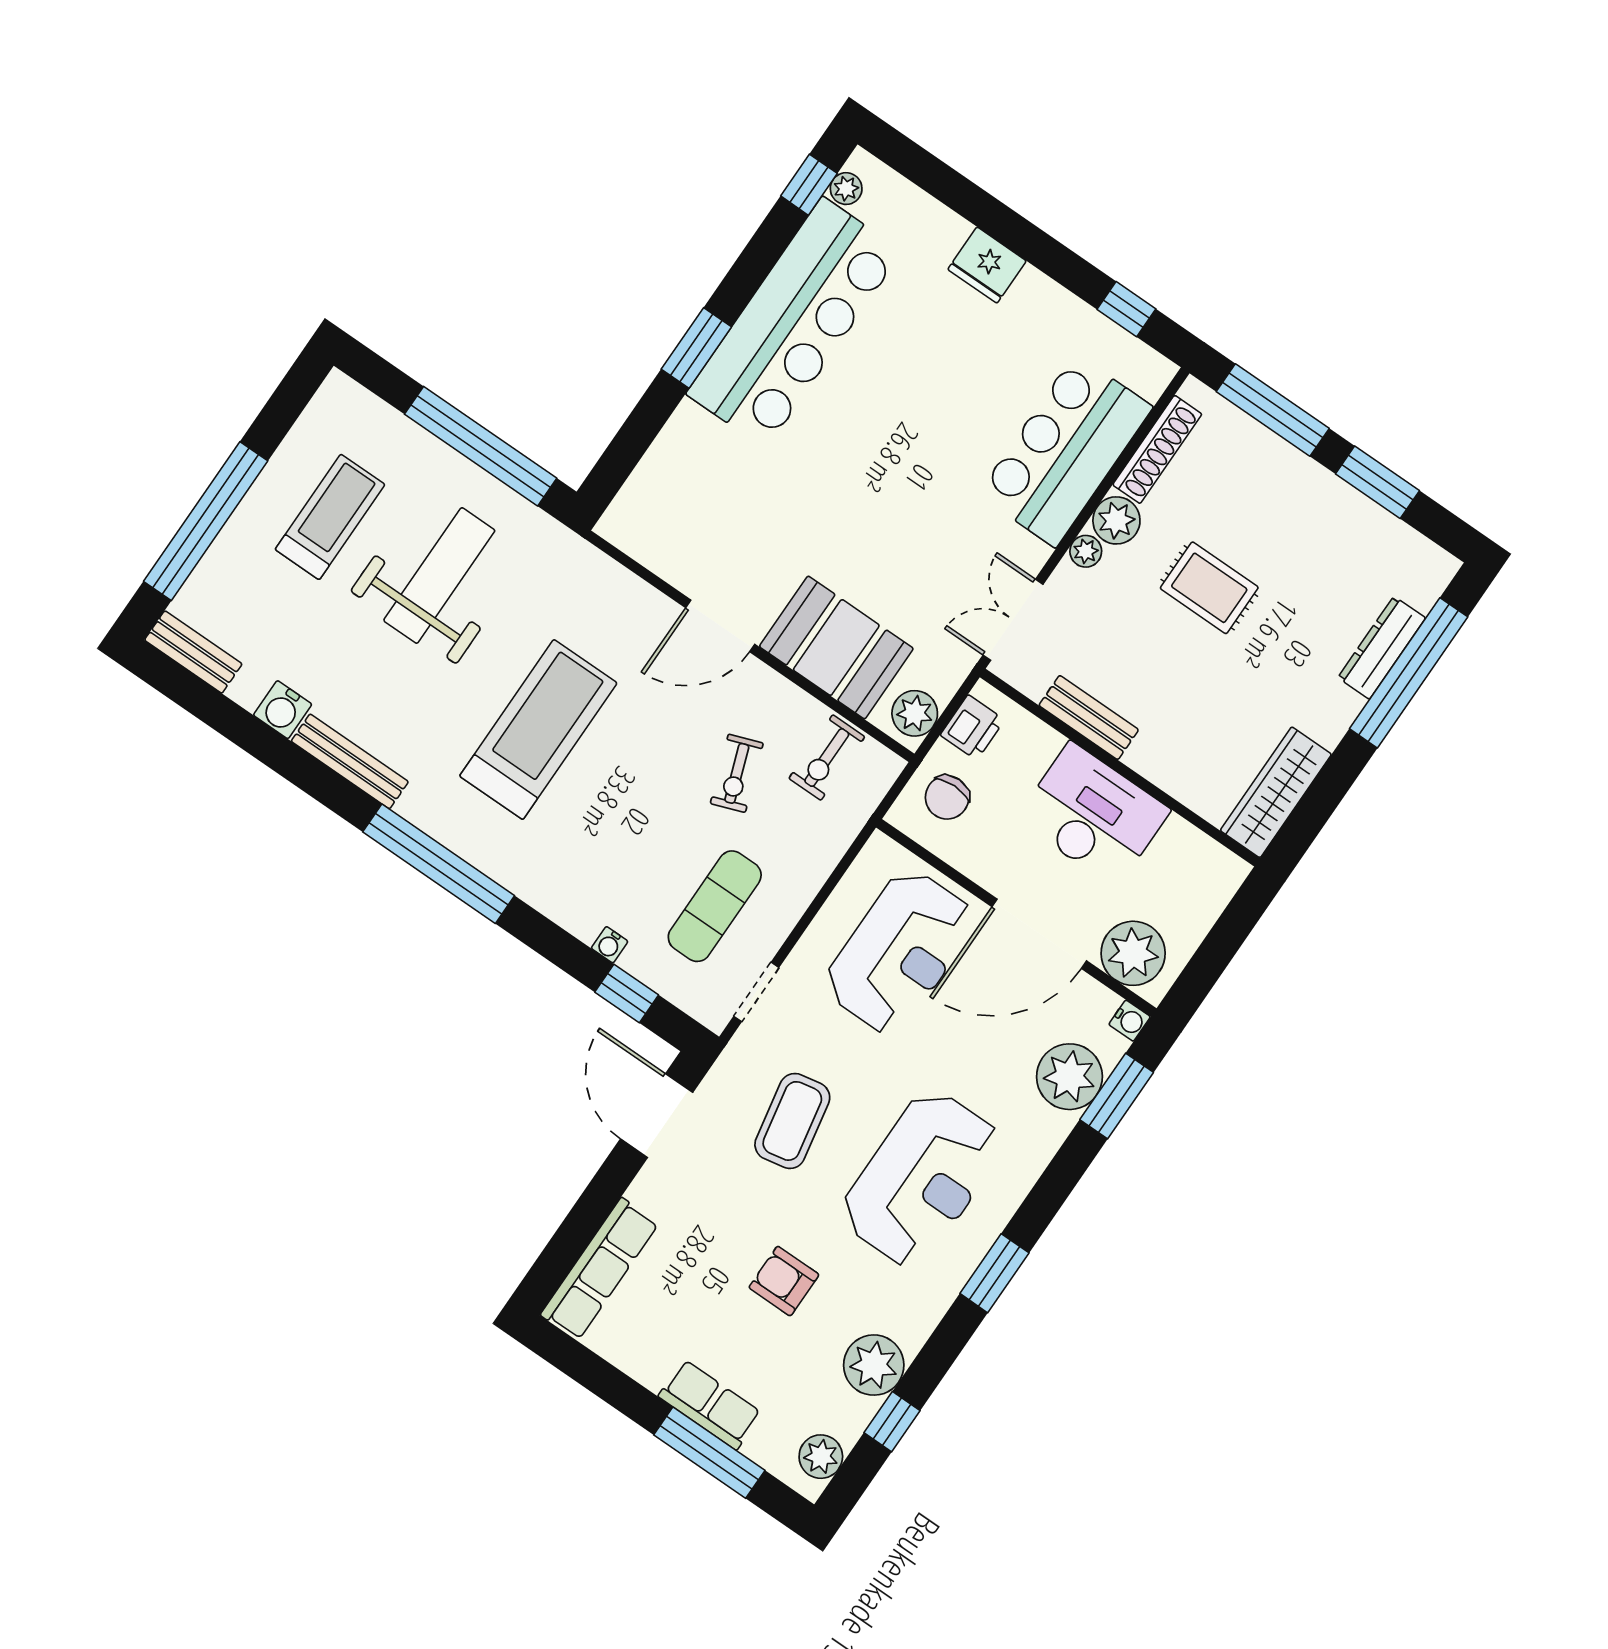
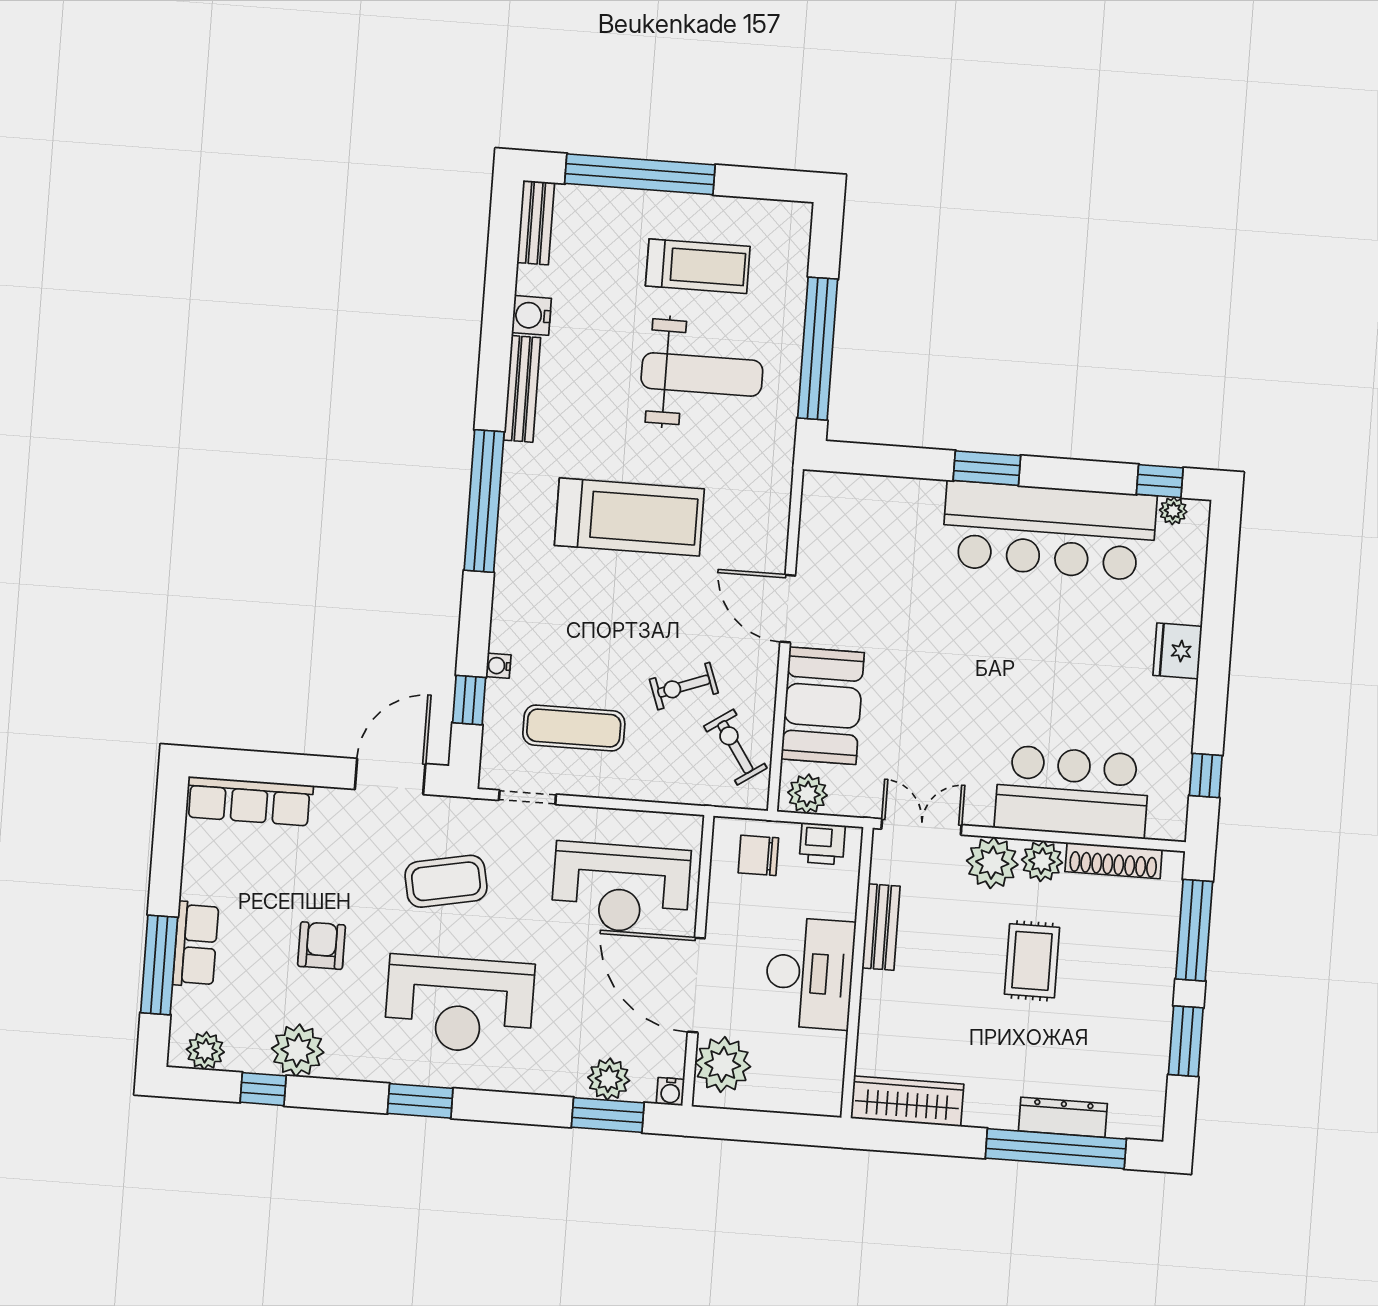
plant: (1086, 551) -> (992, 863), width x1.88, depth x1.88
exercise bike: (827, 758) -> (735, 747), turned 56
plant: (1069, 1077) -> (609, 1079), width x0.73, depth x0.73

